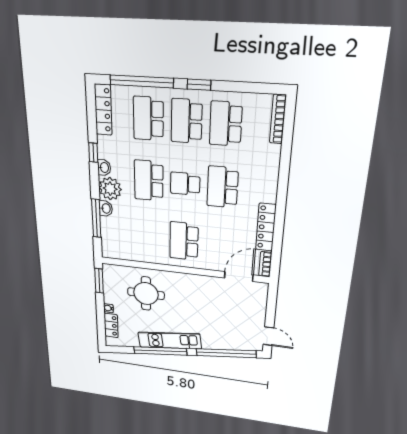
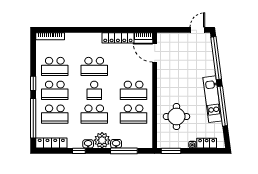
school desk: (149, 237) -> (134, 114), added

